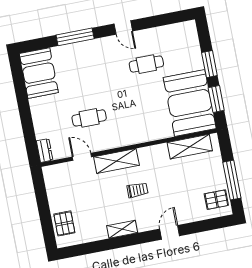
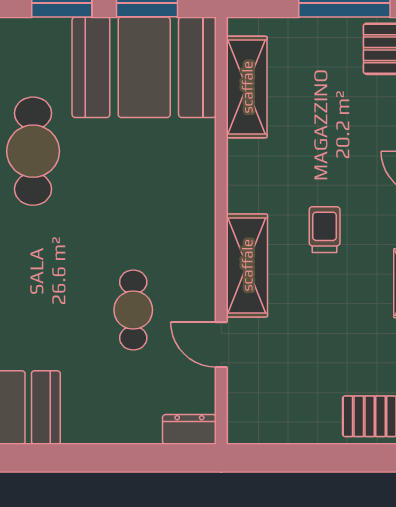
cafe table: (146, 64) -> (33, 151), width x1.37, depth x1.35
door: (82, 157) -> (221, 345), hinge flipped

